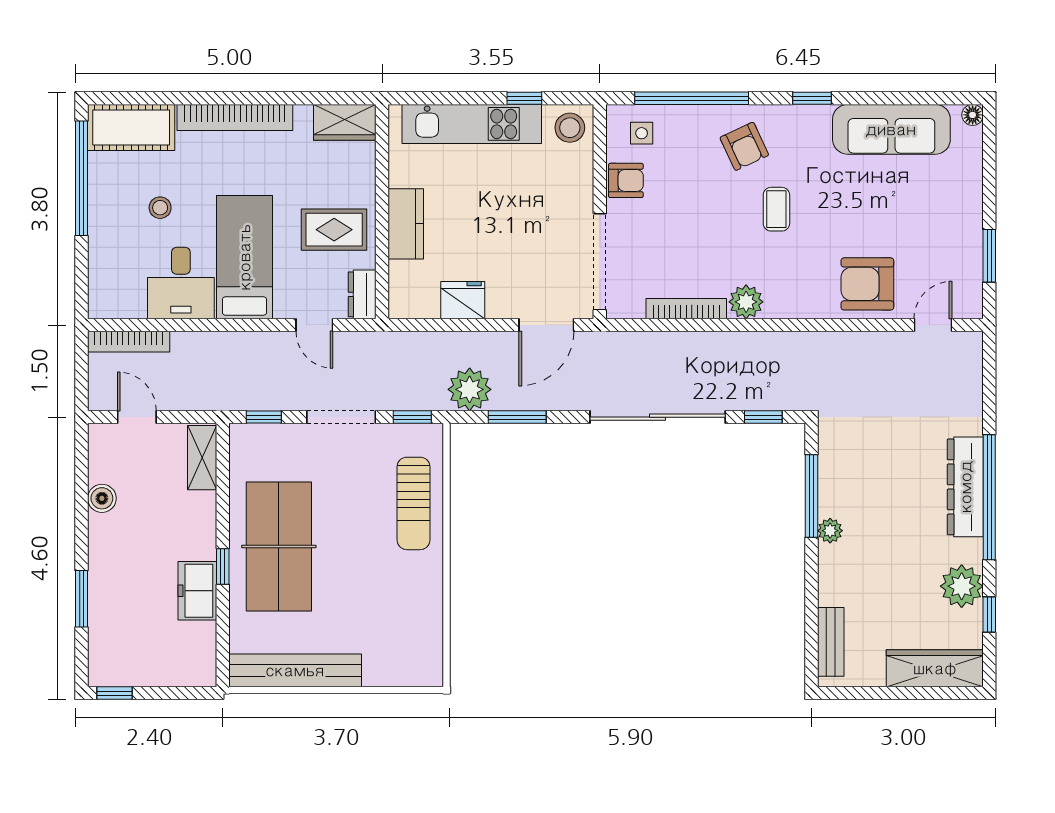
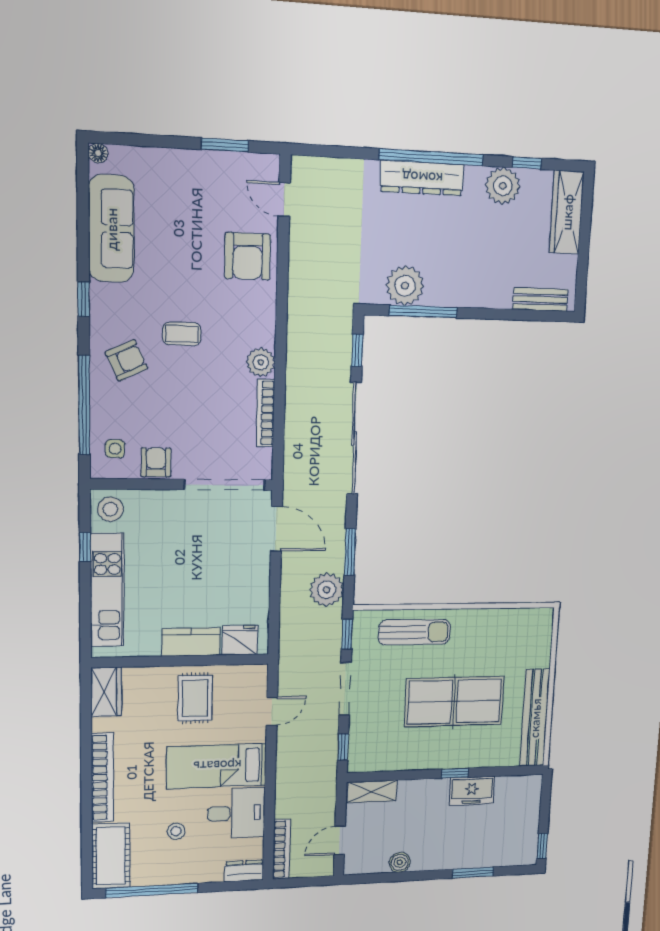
dresser: (362, 294) -> (244, 871), moved, turned 180
fridge: (463, 300) -> (240, 640), moved, turned 90
plant: (830, 531) -> (405, 286), moved, width x1.87, depth x1.87
table tennis table: (279, 547) -> (454, 702), moved

